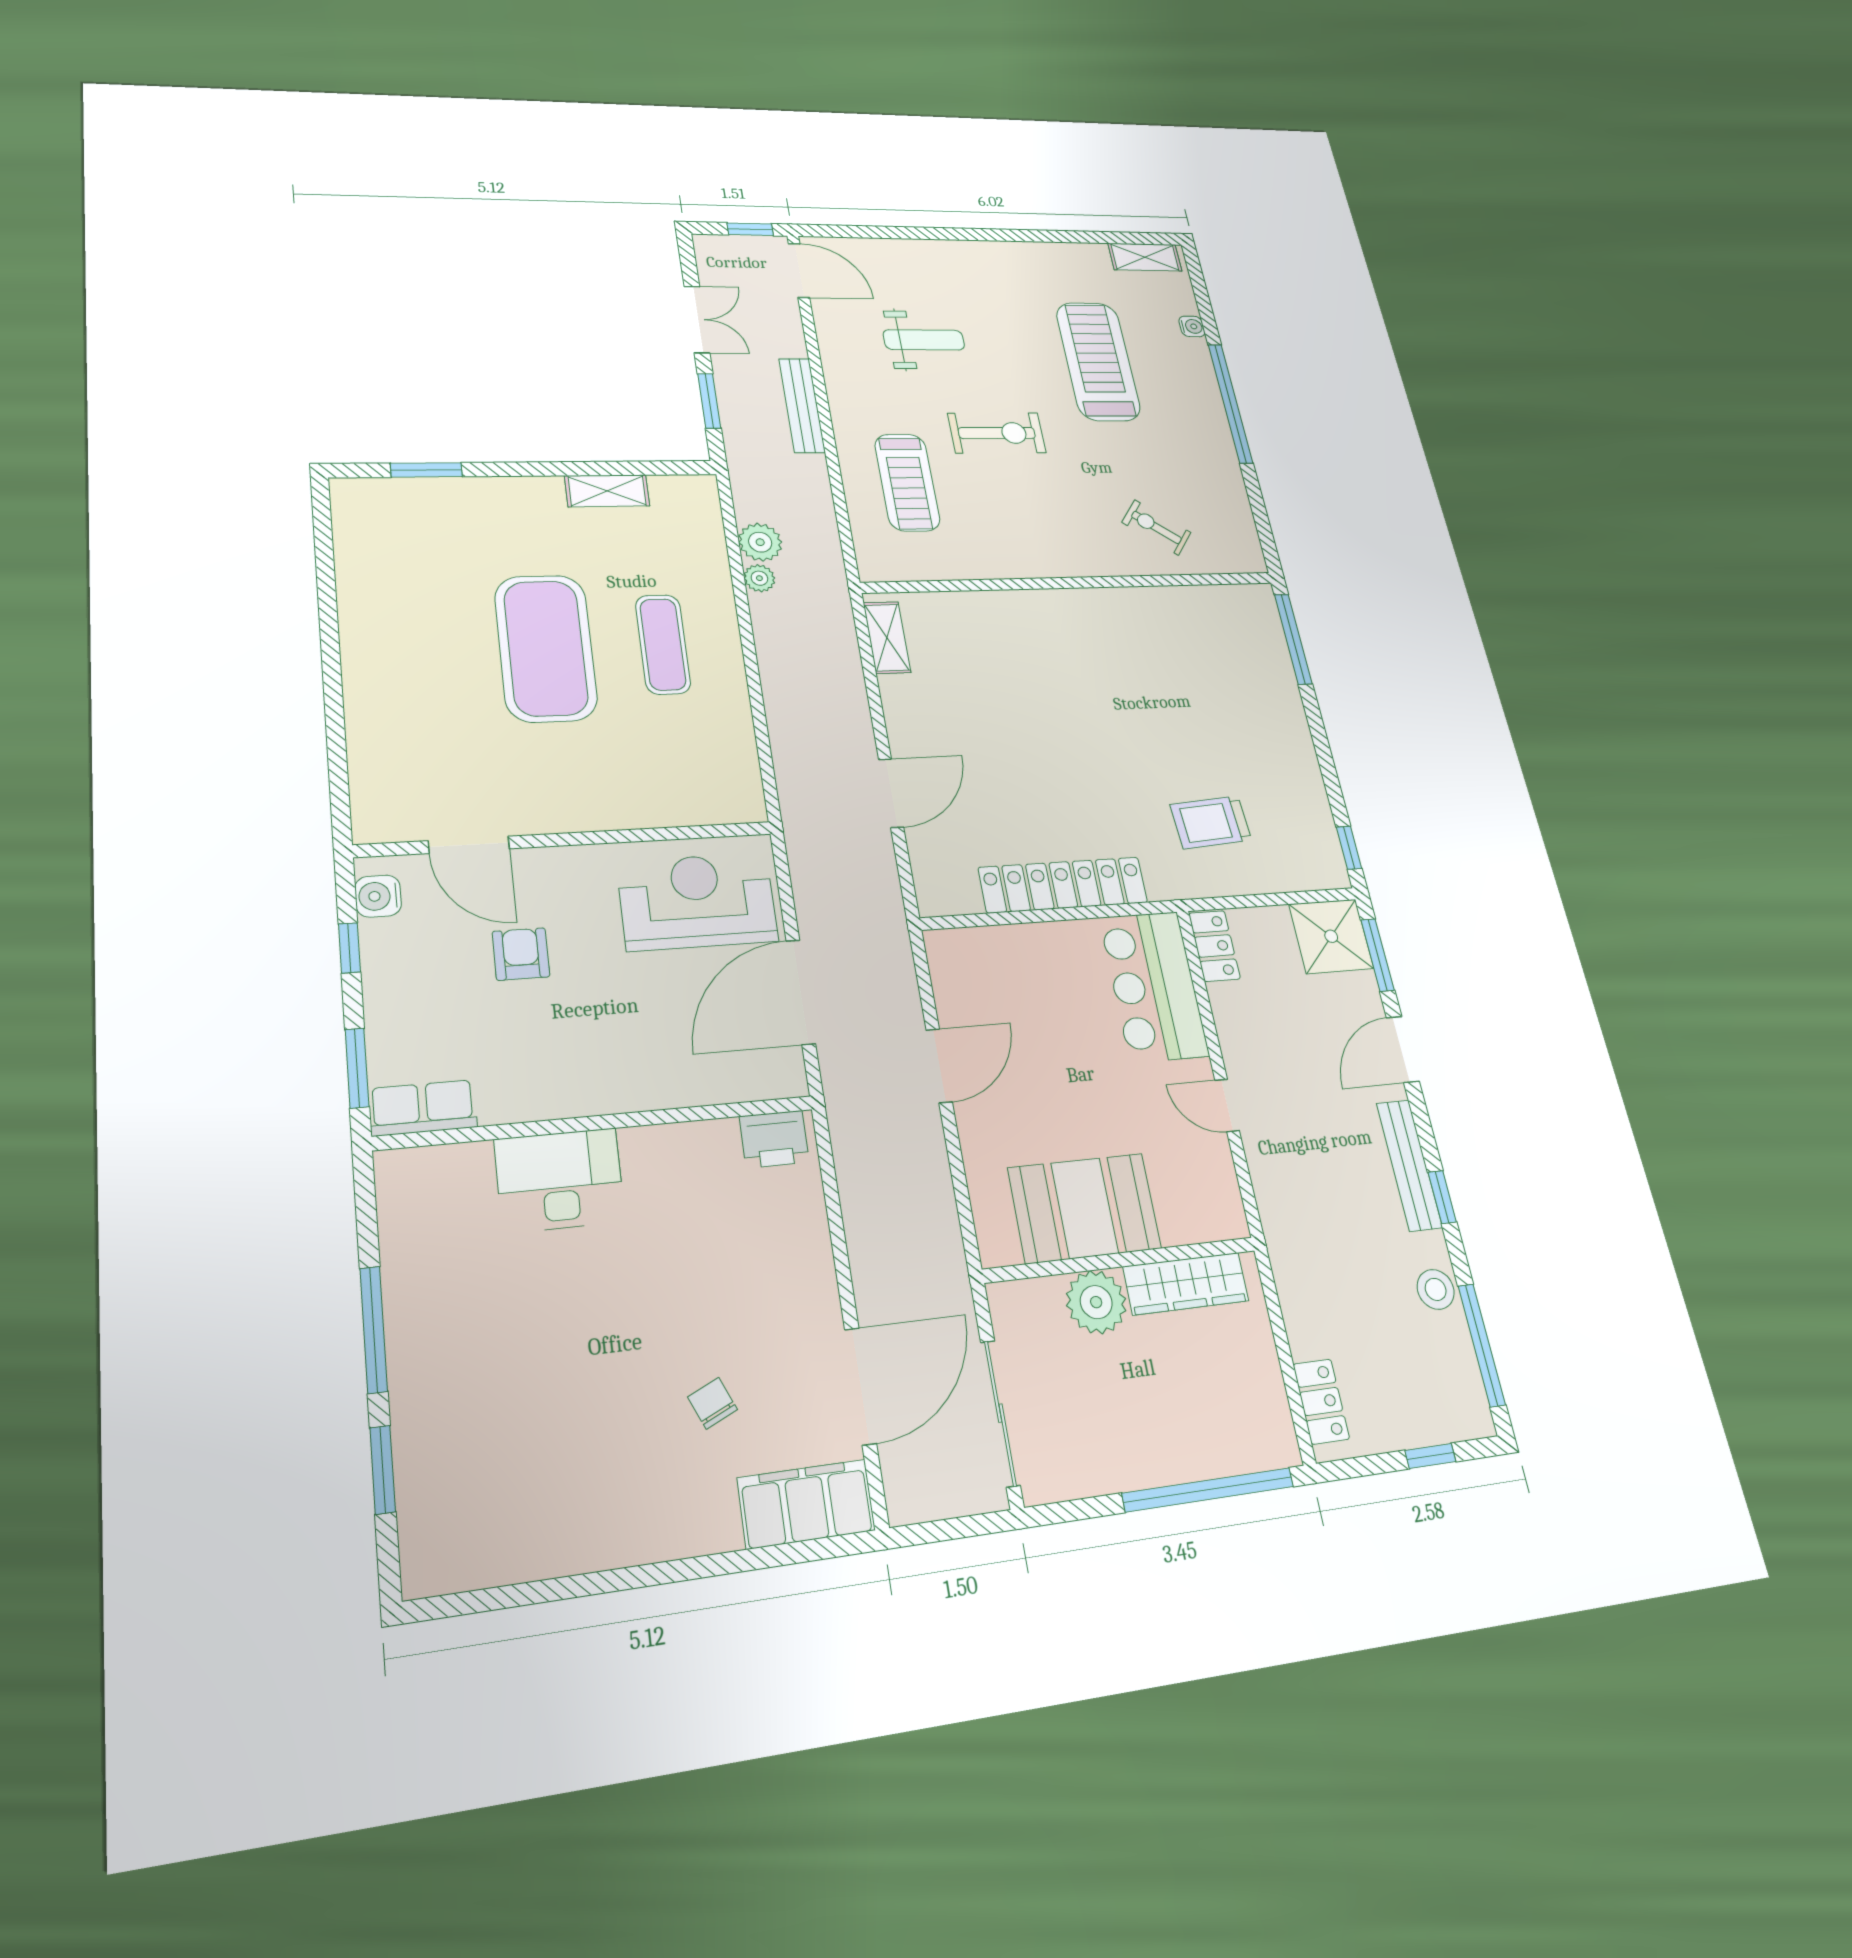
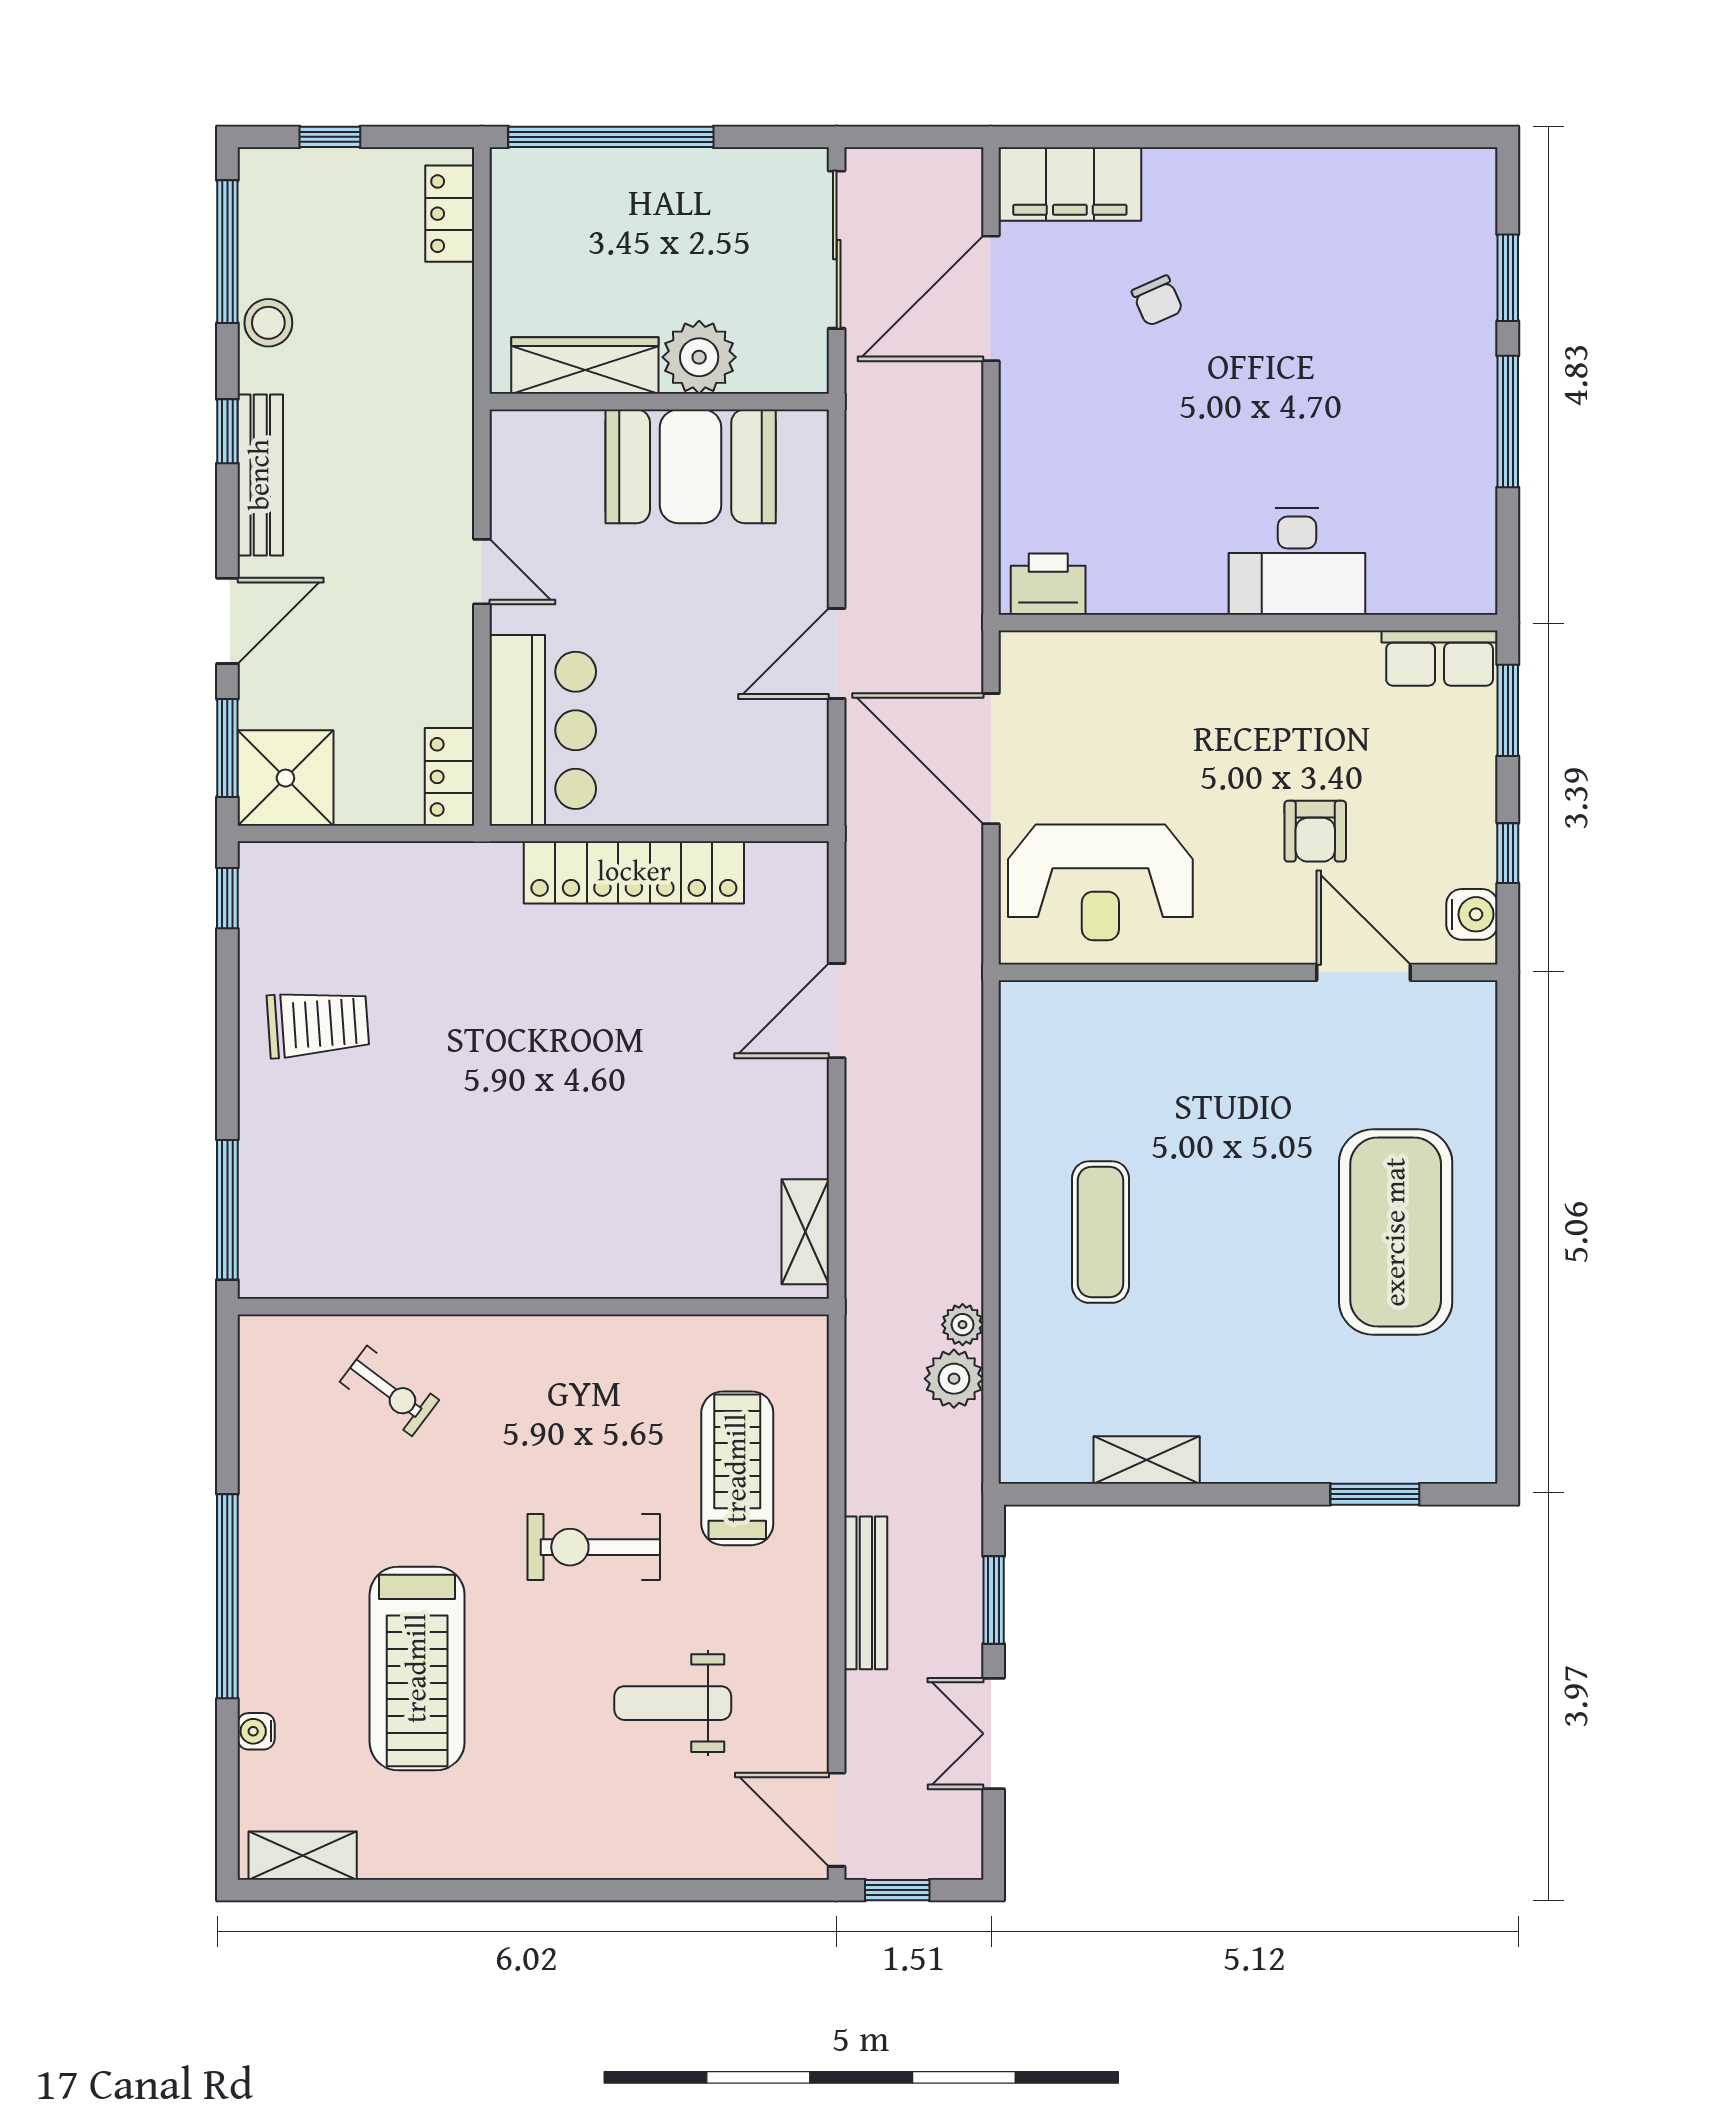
exercise mat: (546, 648) -> (1396, 1232), moved
trolley: (1211, 822) -> (318, 1024), moved
door: (801, 992) -> (991, 759), swing flipped

